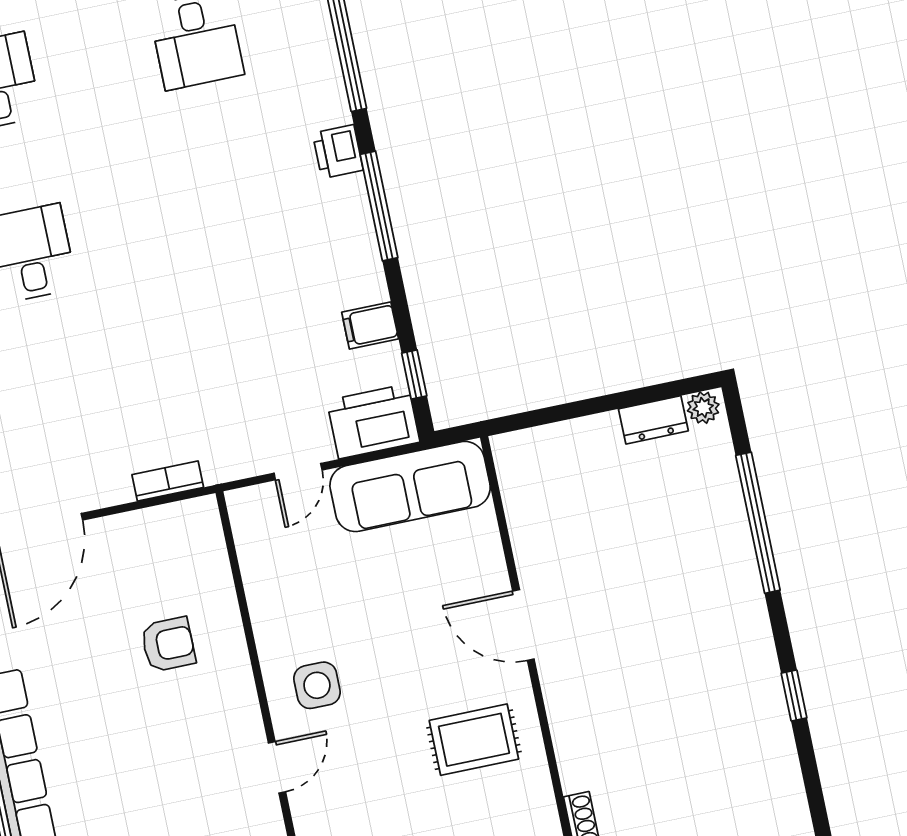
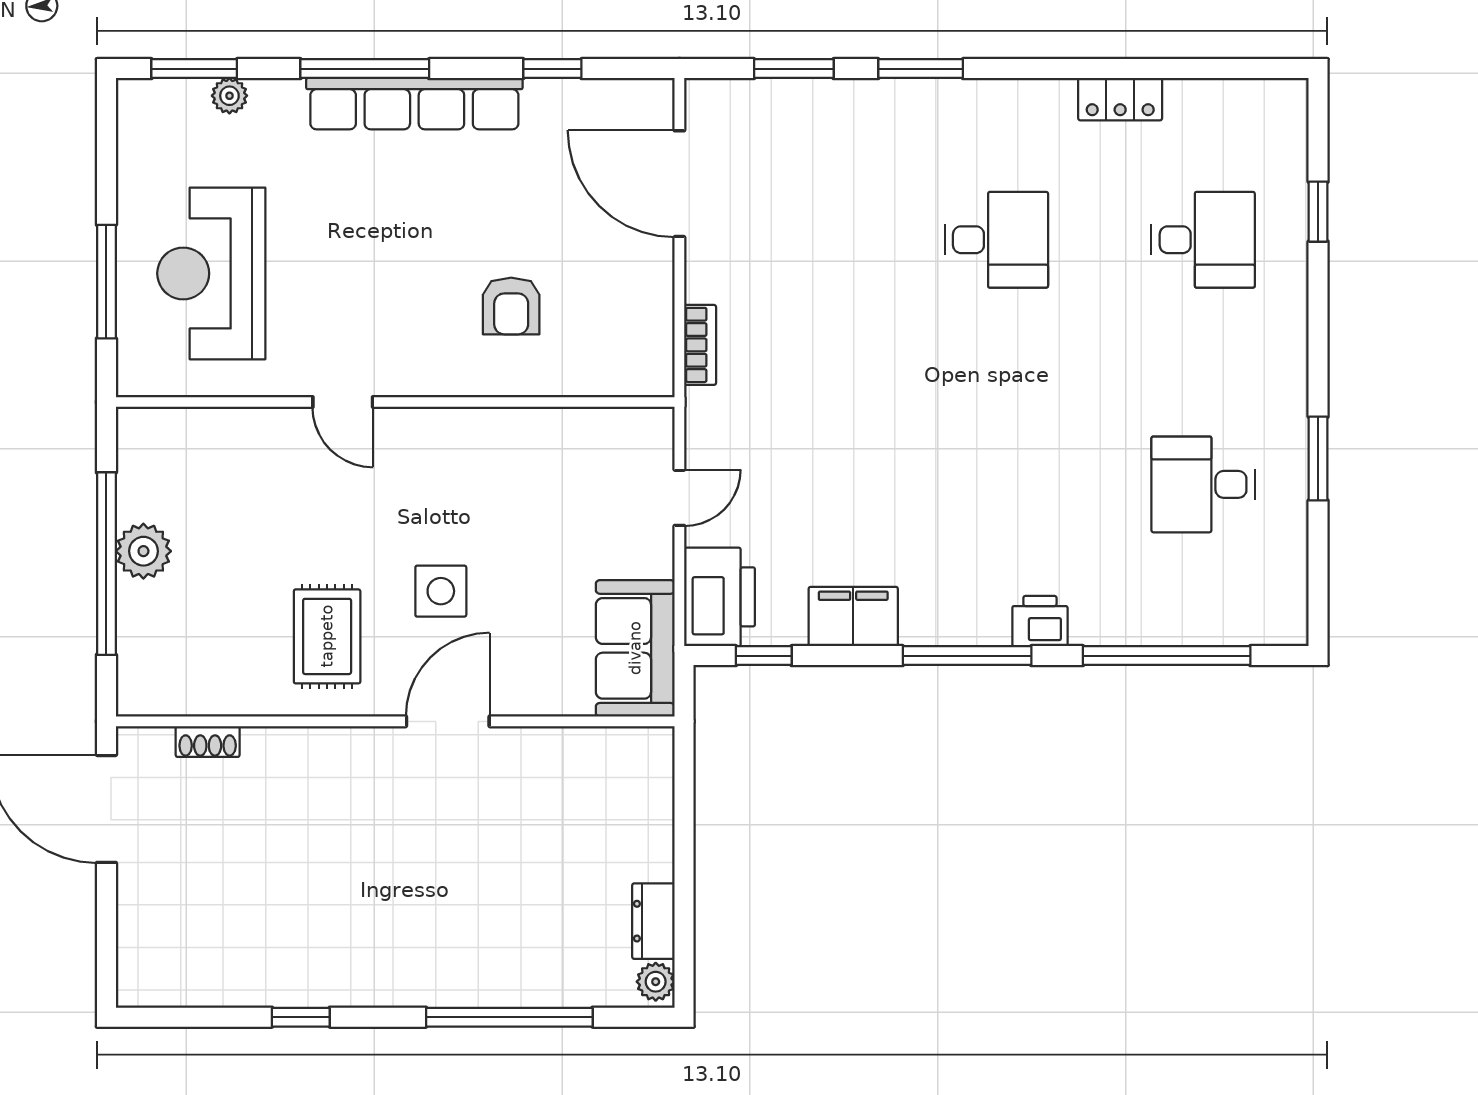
filing cabinet: (370, 326) -> (853, 616), width x2.00
door: (298, 472) -> (679, 498), swing flipped
sofa: (410, 486) -> (635, 648), width x0.73
side table: (317, 685) -> (441, 591), moved

